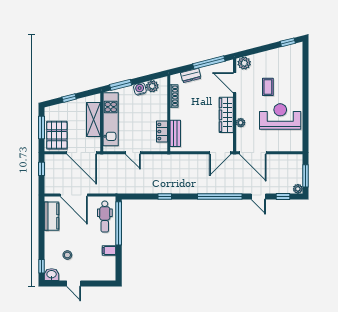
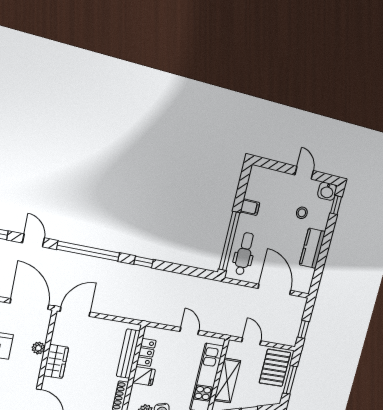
fridge: (160, 113) -> (144, 376), added
wardrobe: (226, 115) -> (56, 362), width x0.67
bench: (175, 133) -> (128, 354), width x1.36
door: (82, 153) -> (251, 341), width x0.53
window: (165, 197) -> (143, 262), moved
kitchen counter: (52, 216) -> (312, 248), moved

